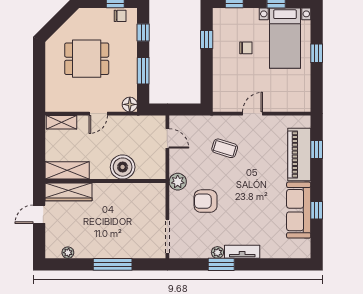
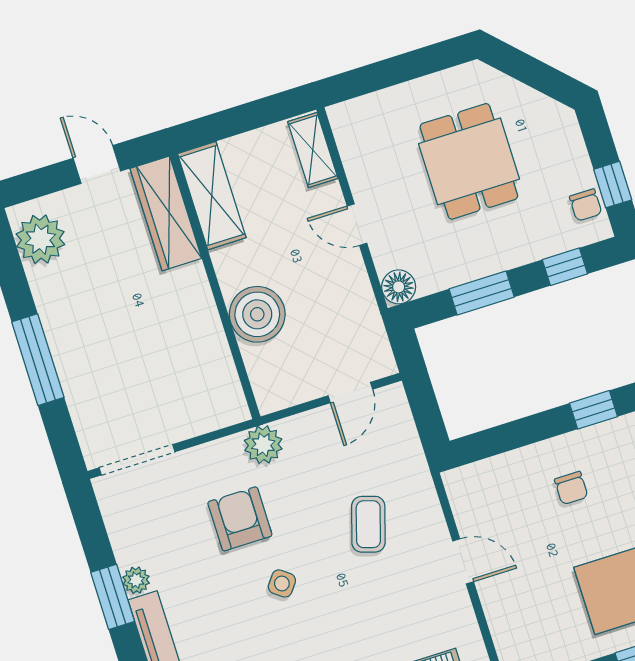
chair: (246, 48) -> (571, 488), moved
side table: (238, 192) -> (282, 583), added
plant: (68, 253) -> (40, 239), width x1.87, depth x1.87

